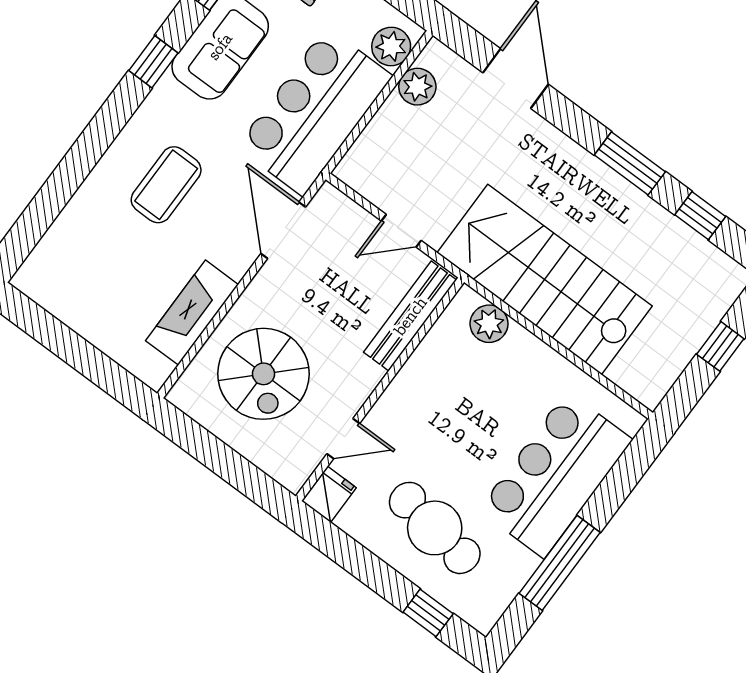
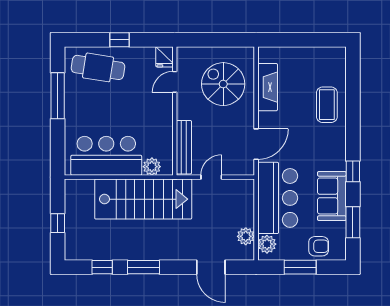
coffee table: (166, 185) -> (327, 105), moved
door: (283, 230) -> (256, 144), hinge flipped
bar counter: (555, 475) -> (106, 156), moved, turned -90
cafe table: (435, 528) -> (98, 67), moved
window: (428, 613) -> (119, 40), moved

